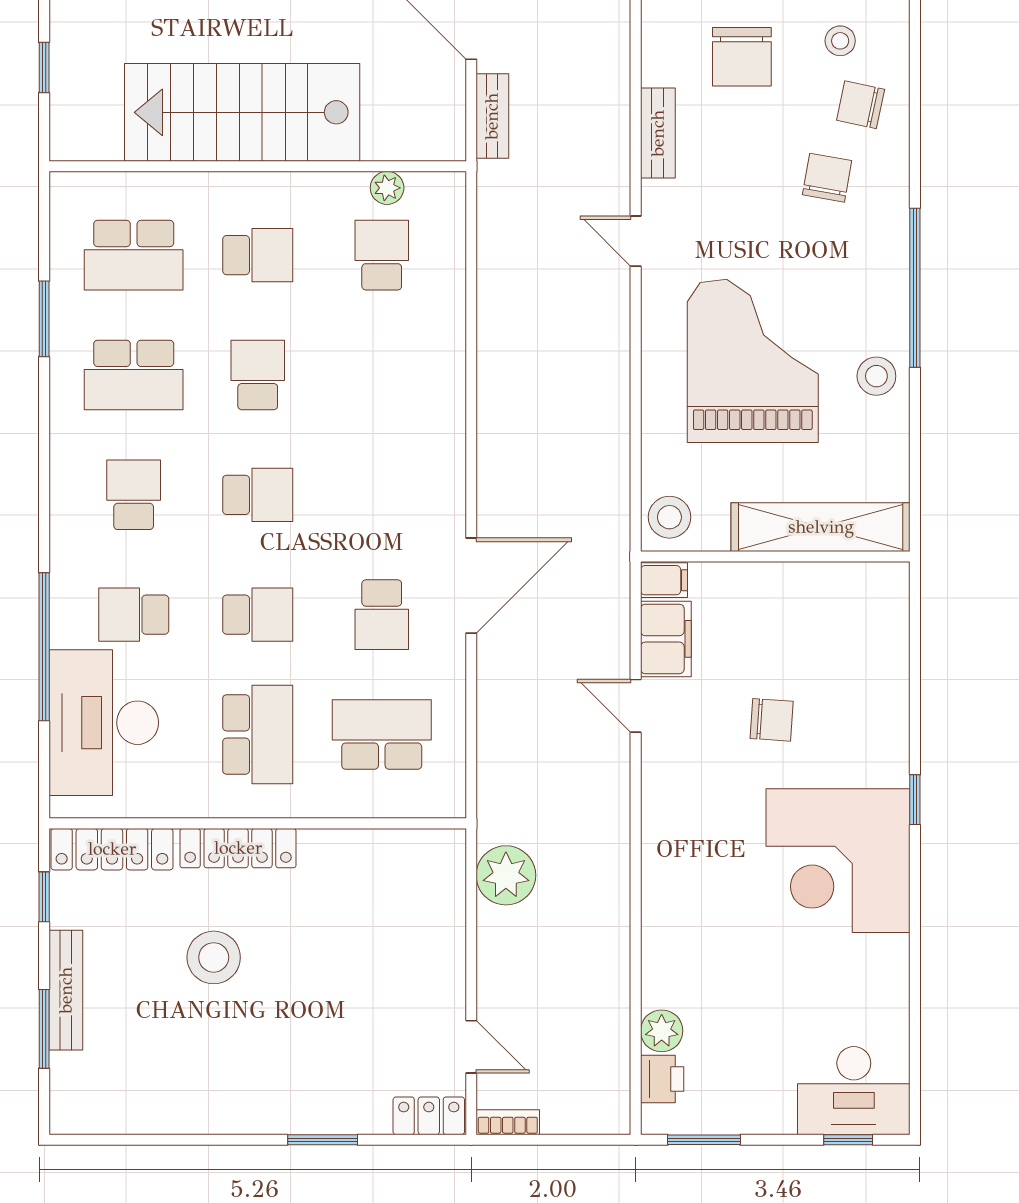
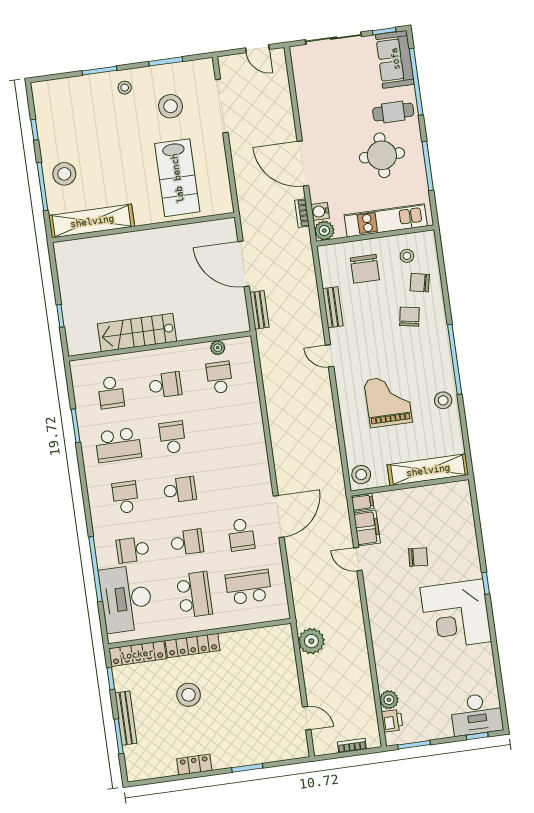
stairs: (242, 112) -> (137, 333), width x0.73, depth x0.66
school desk: (134, 255) -> (111, 392), width x0.54
grand piano: (753, 361) -> (388, 401), width x0.73, depth x0.68
locker: (429, 1116) -> (194, 765), moved
bookcase: (508, 1122) -> (352, 746), moved

